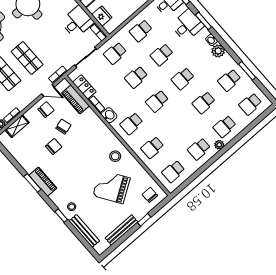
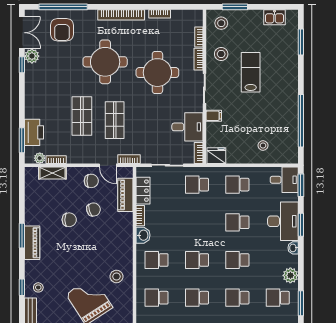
fridge: (102, 16) -> (216, 156), moved, turned -90
desk: (187, 25) -> (283, 221), width x1.37
plant: (218, 51) -> (290, 275), moved
school desk: (136, 77) -> (197, 298), moved

